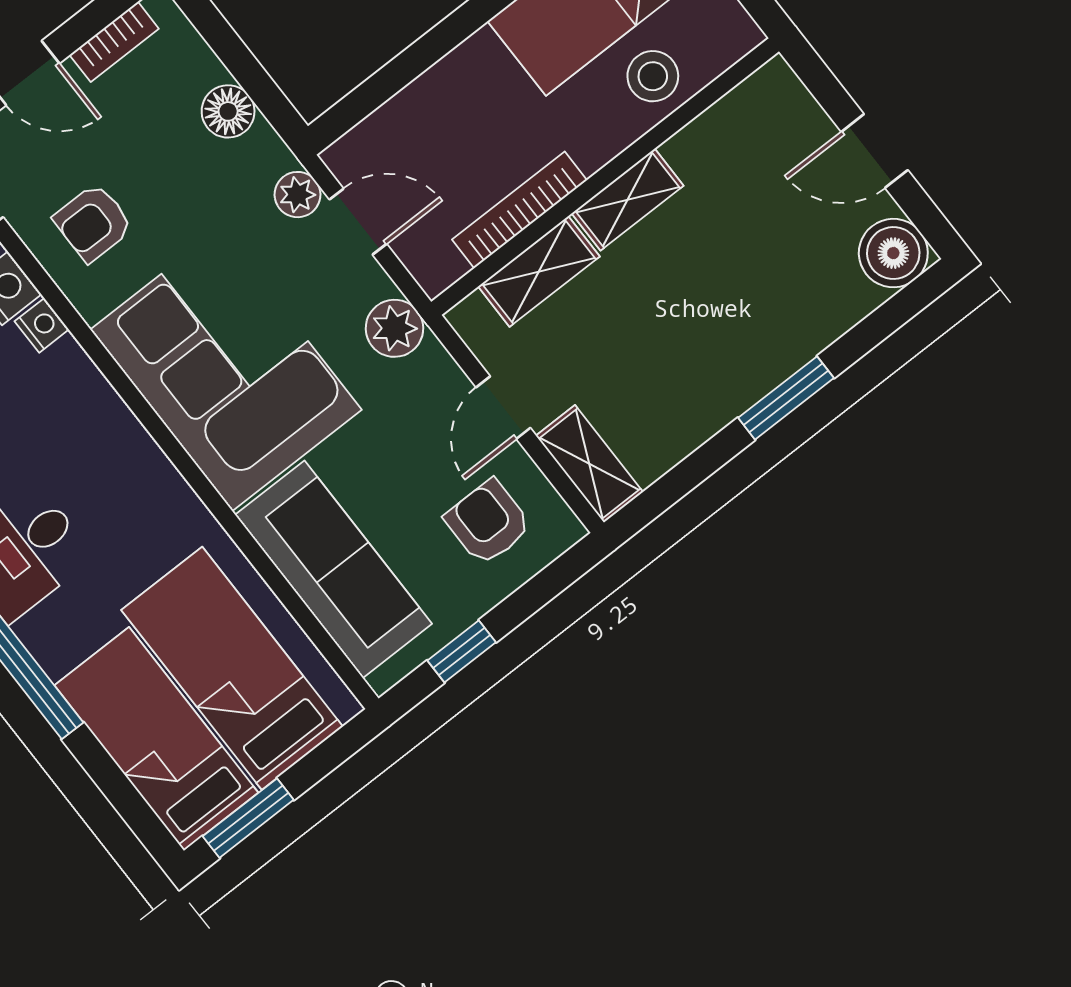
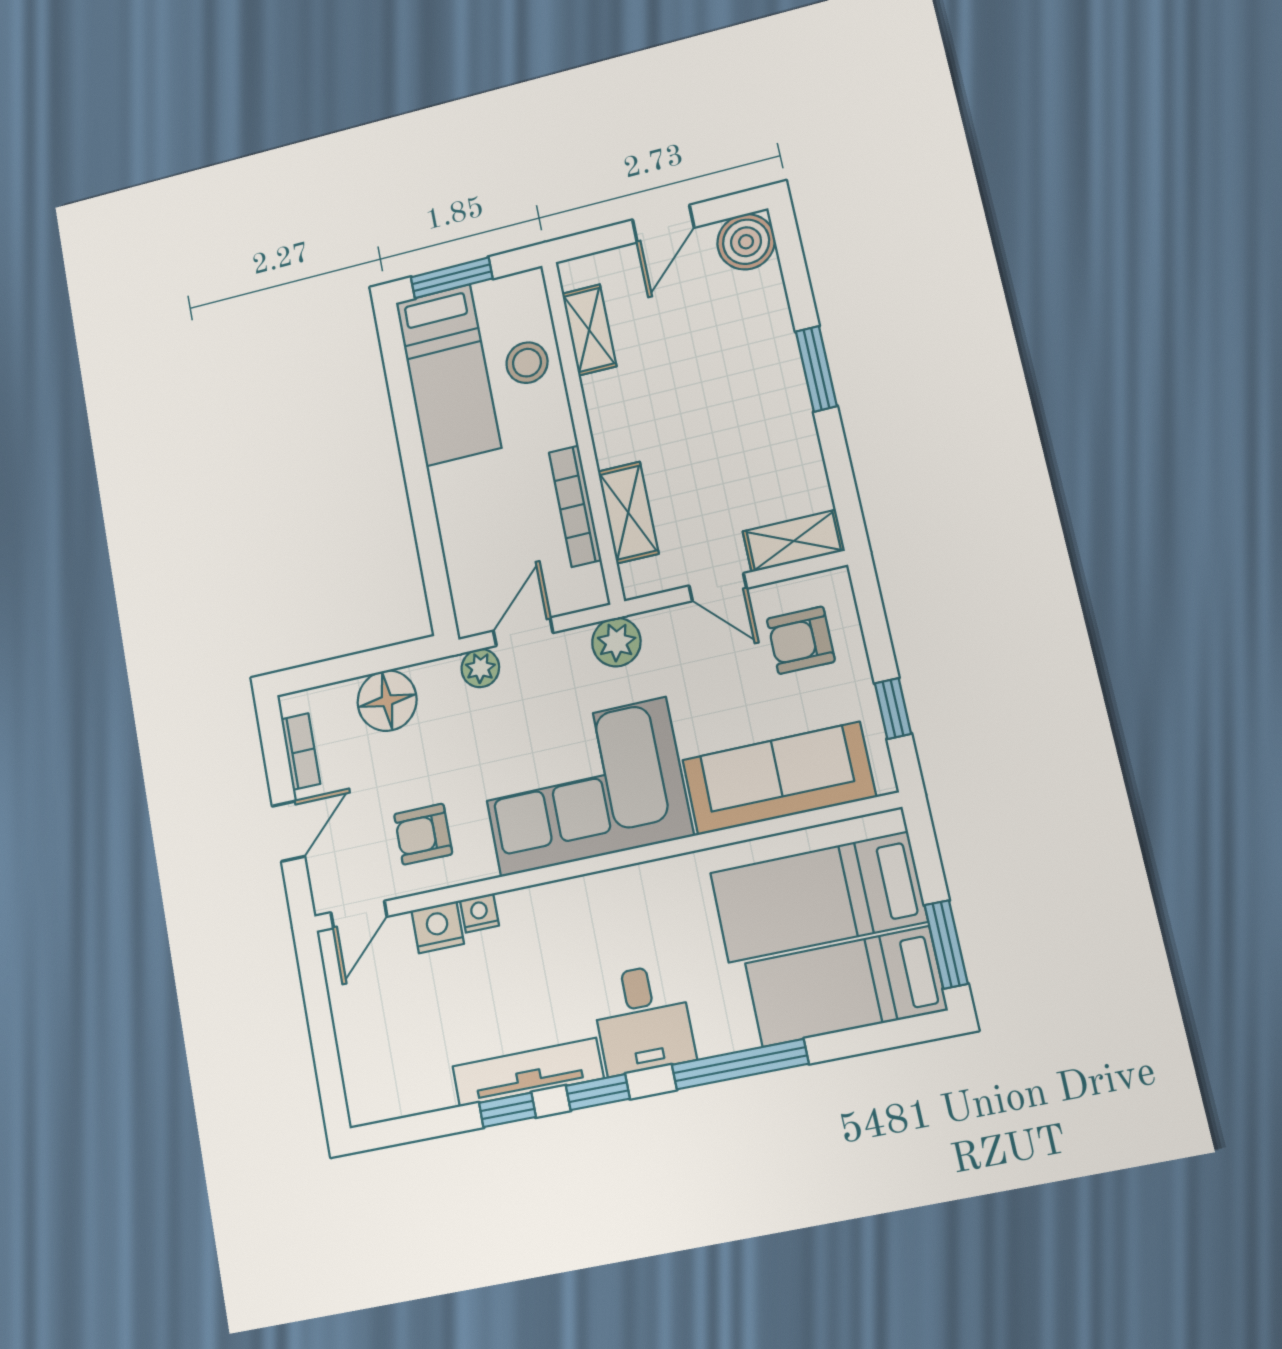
floor lamp: (228, 111) -> (387, 701), width x1.38, depth x1.38
shelving: (628, 200) -> (589, 330), moved
armchair: (93, 223) -> (423, 834), turned 90

